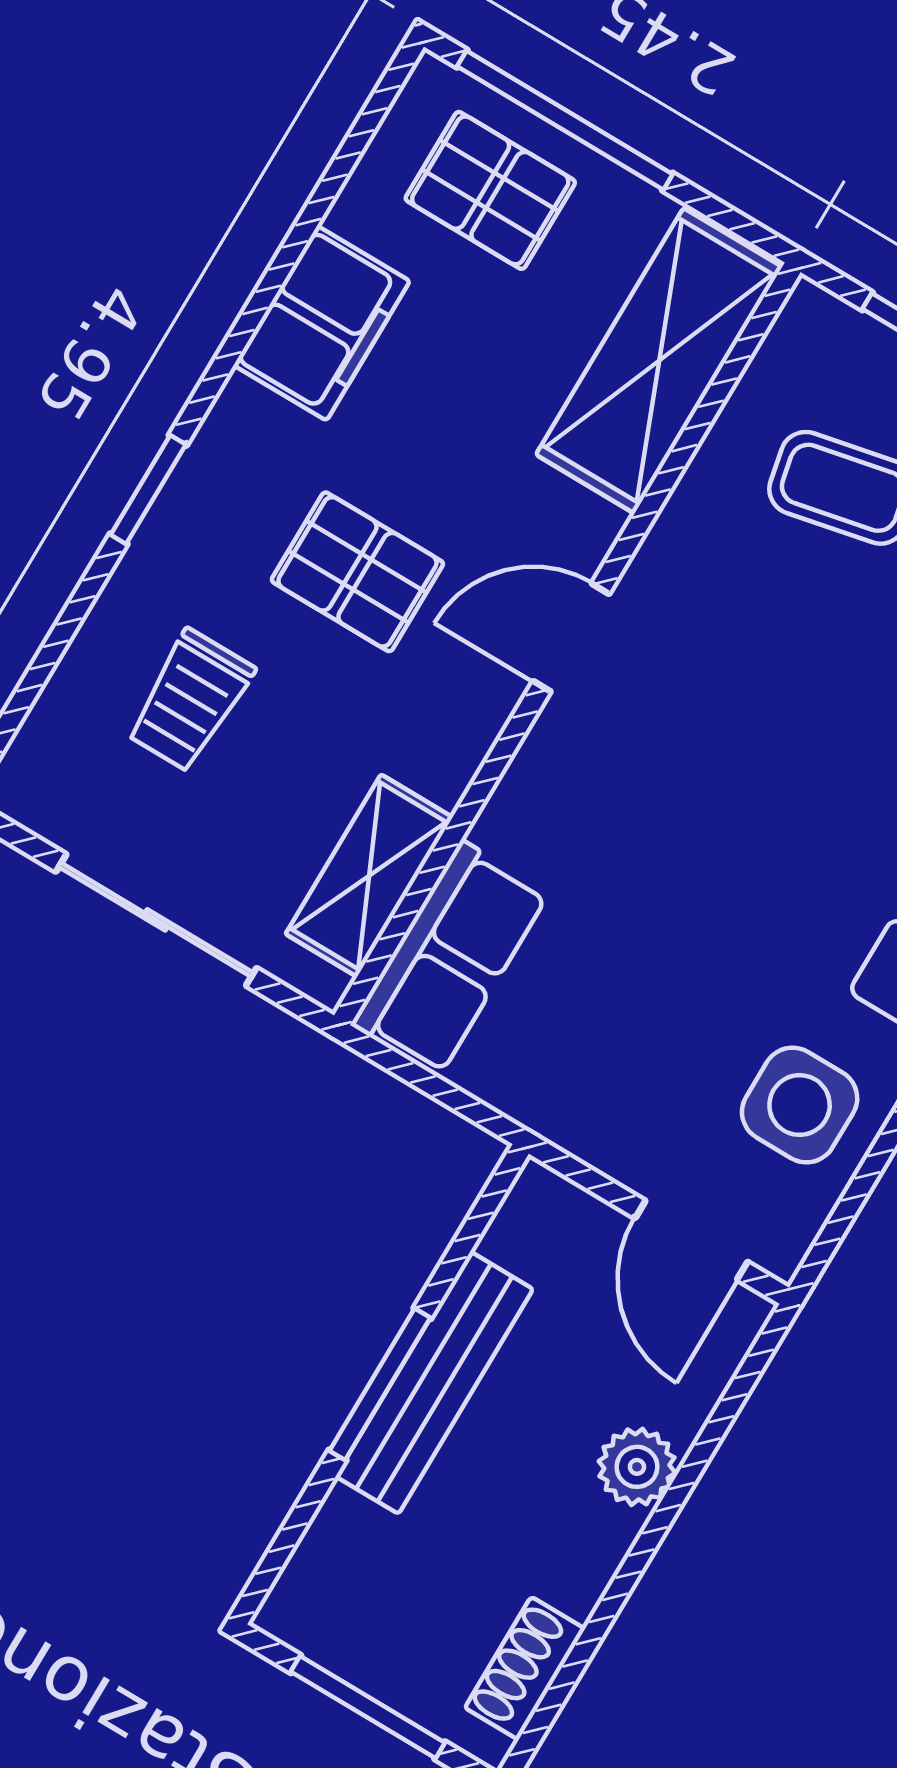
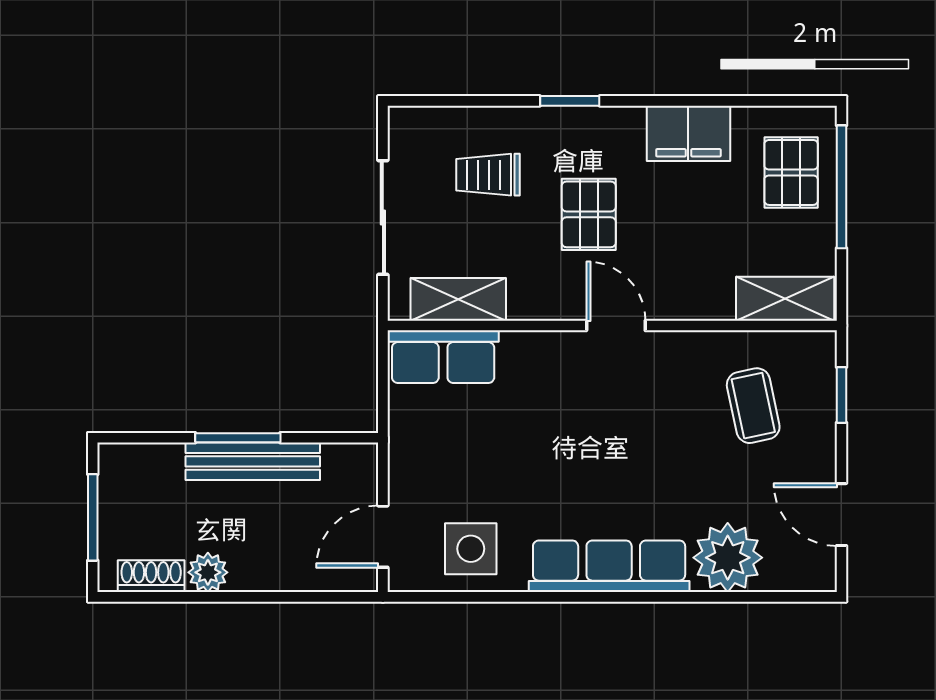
shelving: (659, 361) -> (785, 299), width x0.67, depth x0.75
plant: (637, 1467) -> (208, 572), moved

